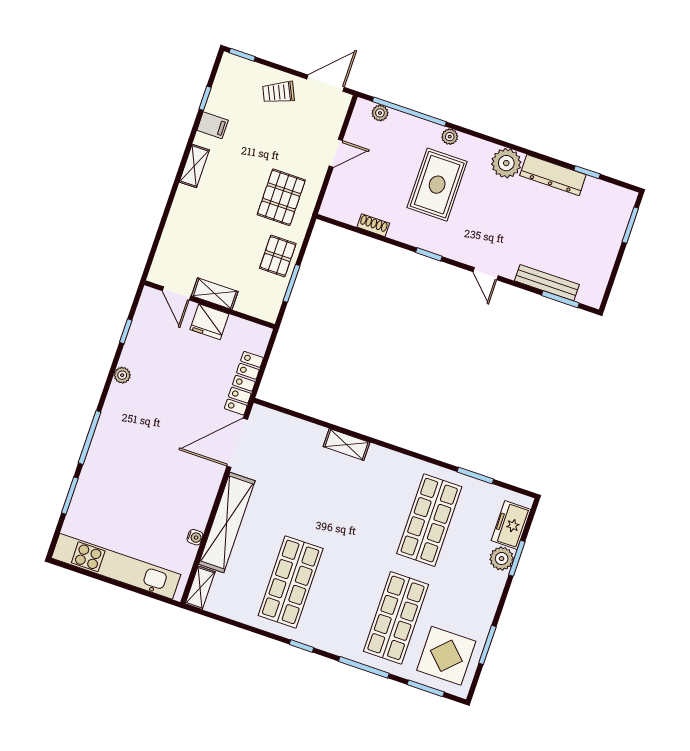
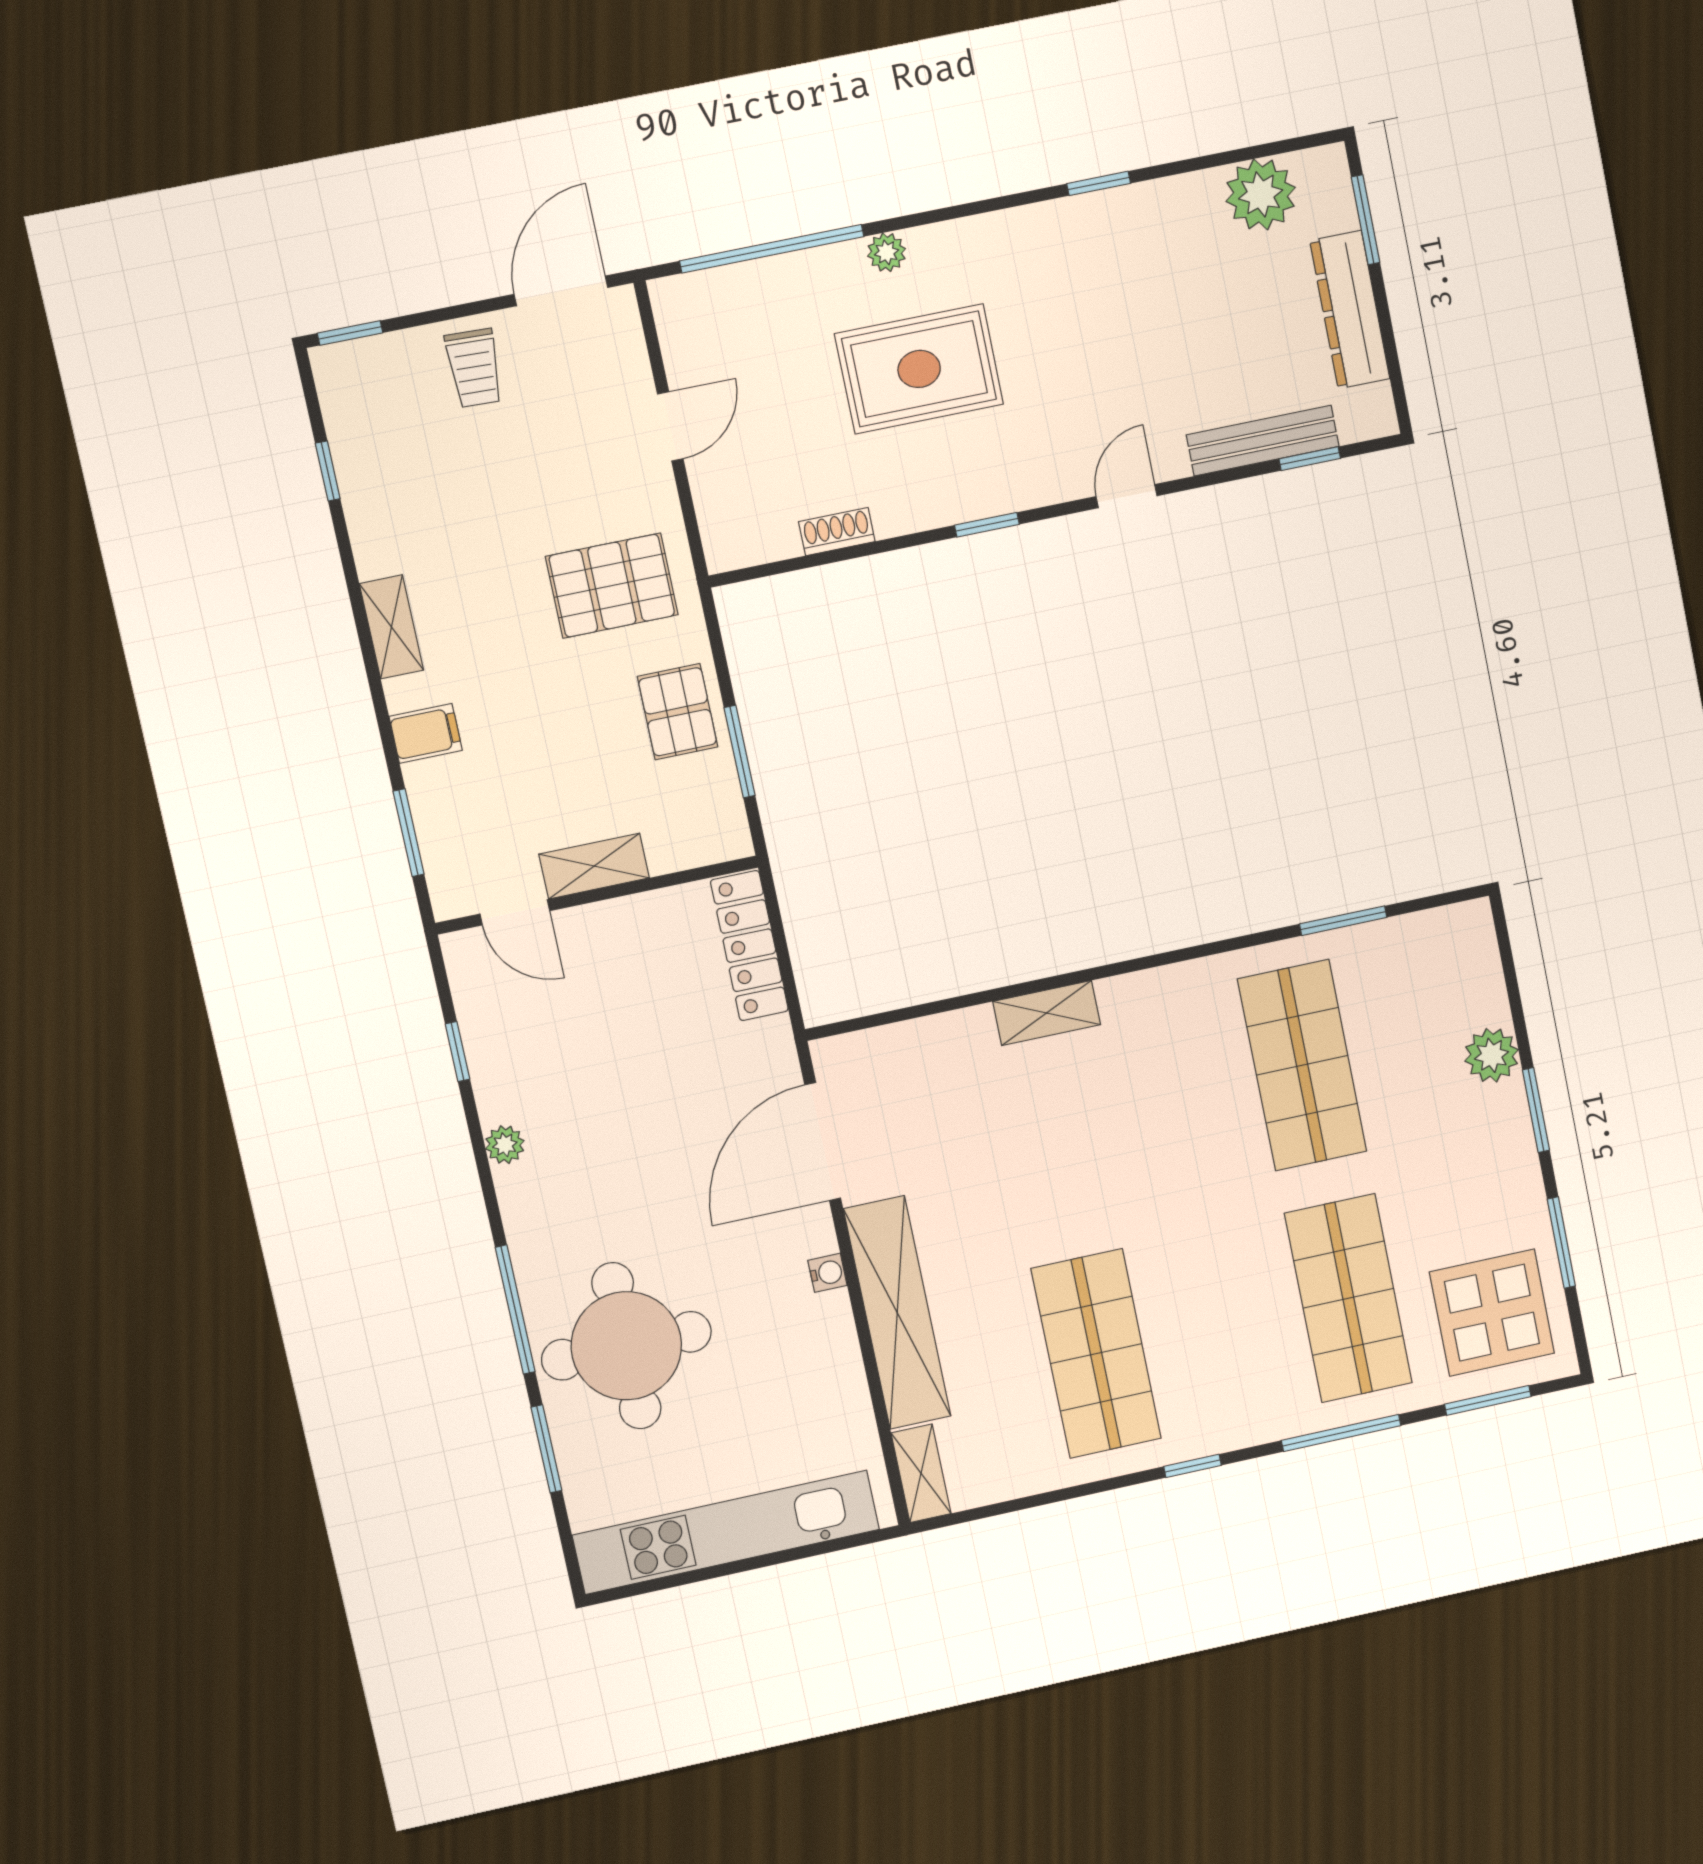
trolley: (279, 92) -> (474, 368), turned -63
plant: (380, 113) -> (712, 287), removed
filing cabinet: (213, 125) -> (426, 733), moved
plant: (506, 163) -> (1261, 194), moved
window: (587, 172) -> (1099, 183), moved
dresser: (553, 175) -> (1350, 310), moved, turned 90
rug: (437, 185) -> (919, 369), turned 90
pallet: (281, 197) -> (612, 586), turned 90
window: (156, 242) -> (409, 833), added
door: (486, 274) -> (1127, 496), swing flipped
window: (560, 299) -> (1310, 459), width x0.67
fridge: (209, 322) -> (618, 930), removed
locker: (244, 383) -> (749, 946), moved
round table: (121, 475) -> (626, 1346), added
freezer: (511, 525) -> (1472, 977), removed
water cooler: (195, 537) -> (828, 1273), moved
window: (517, 558) -> (1536, 1110), moved

